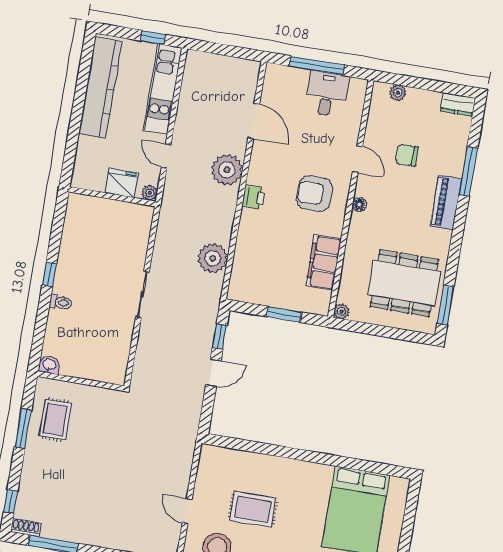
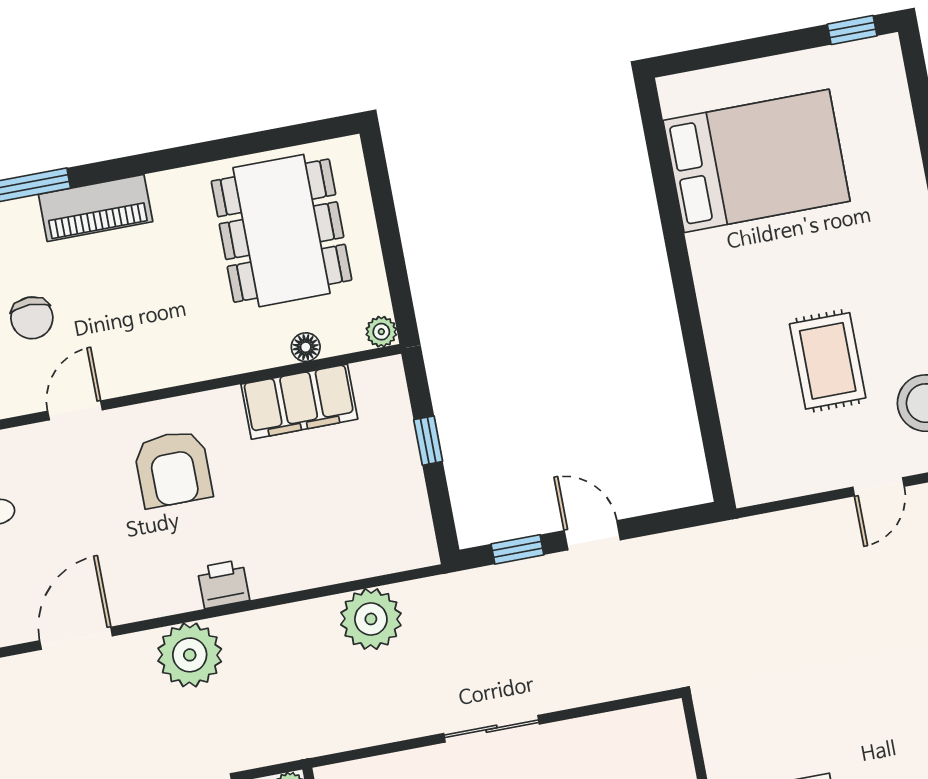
floor lamp: (359, 205) -> (306, 347), moved
window: (445, 305) -> (294, 135), removed
window: (284, 314) -> (428, 441), width x0.67

